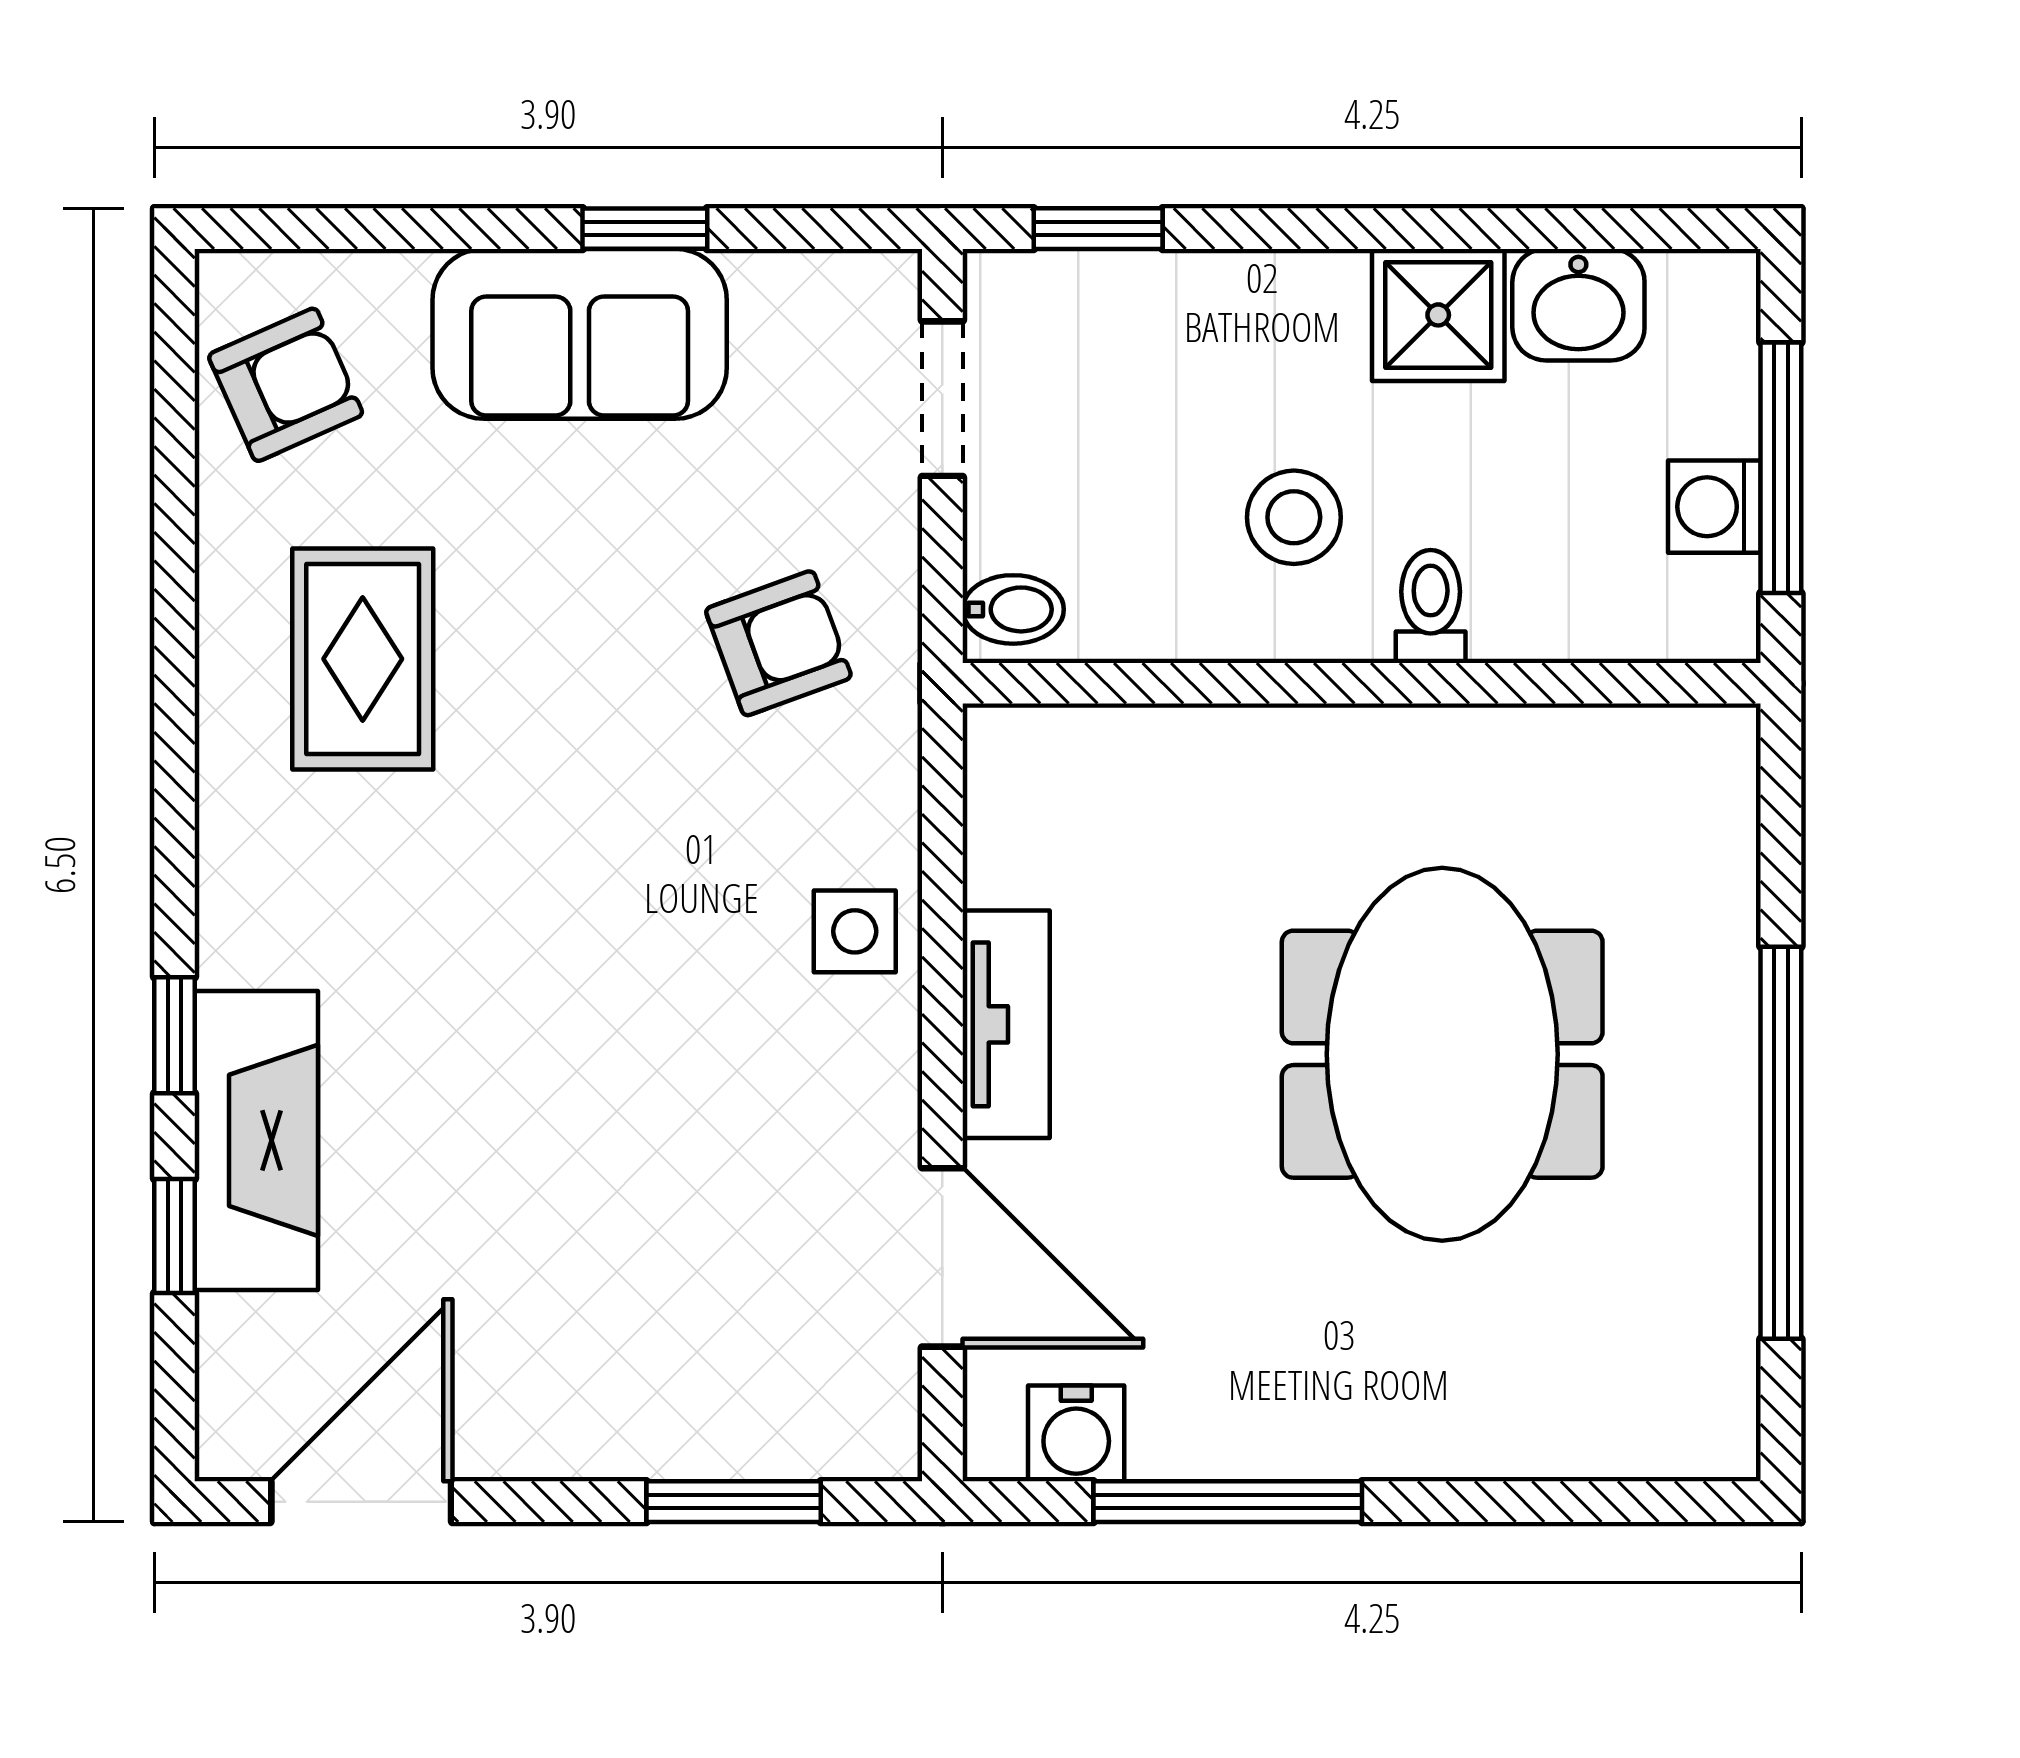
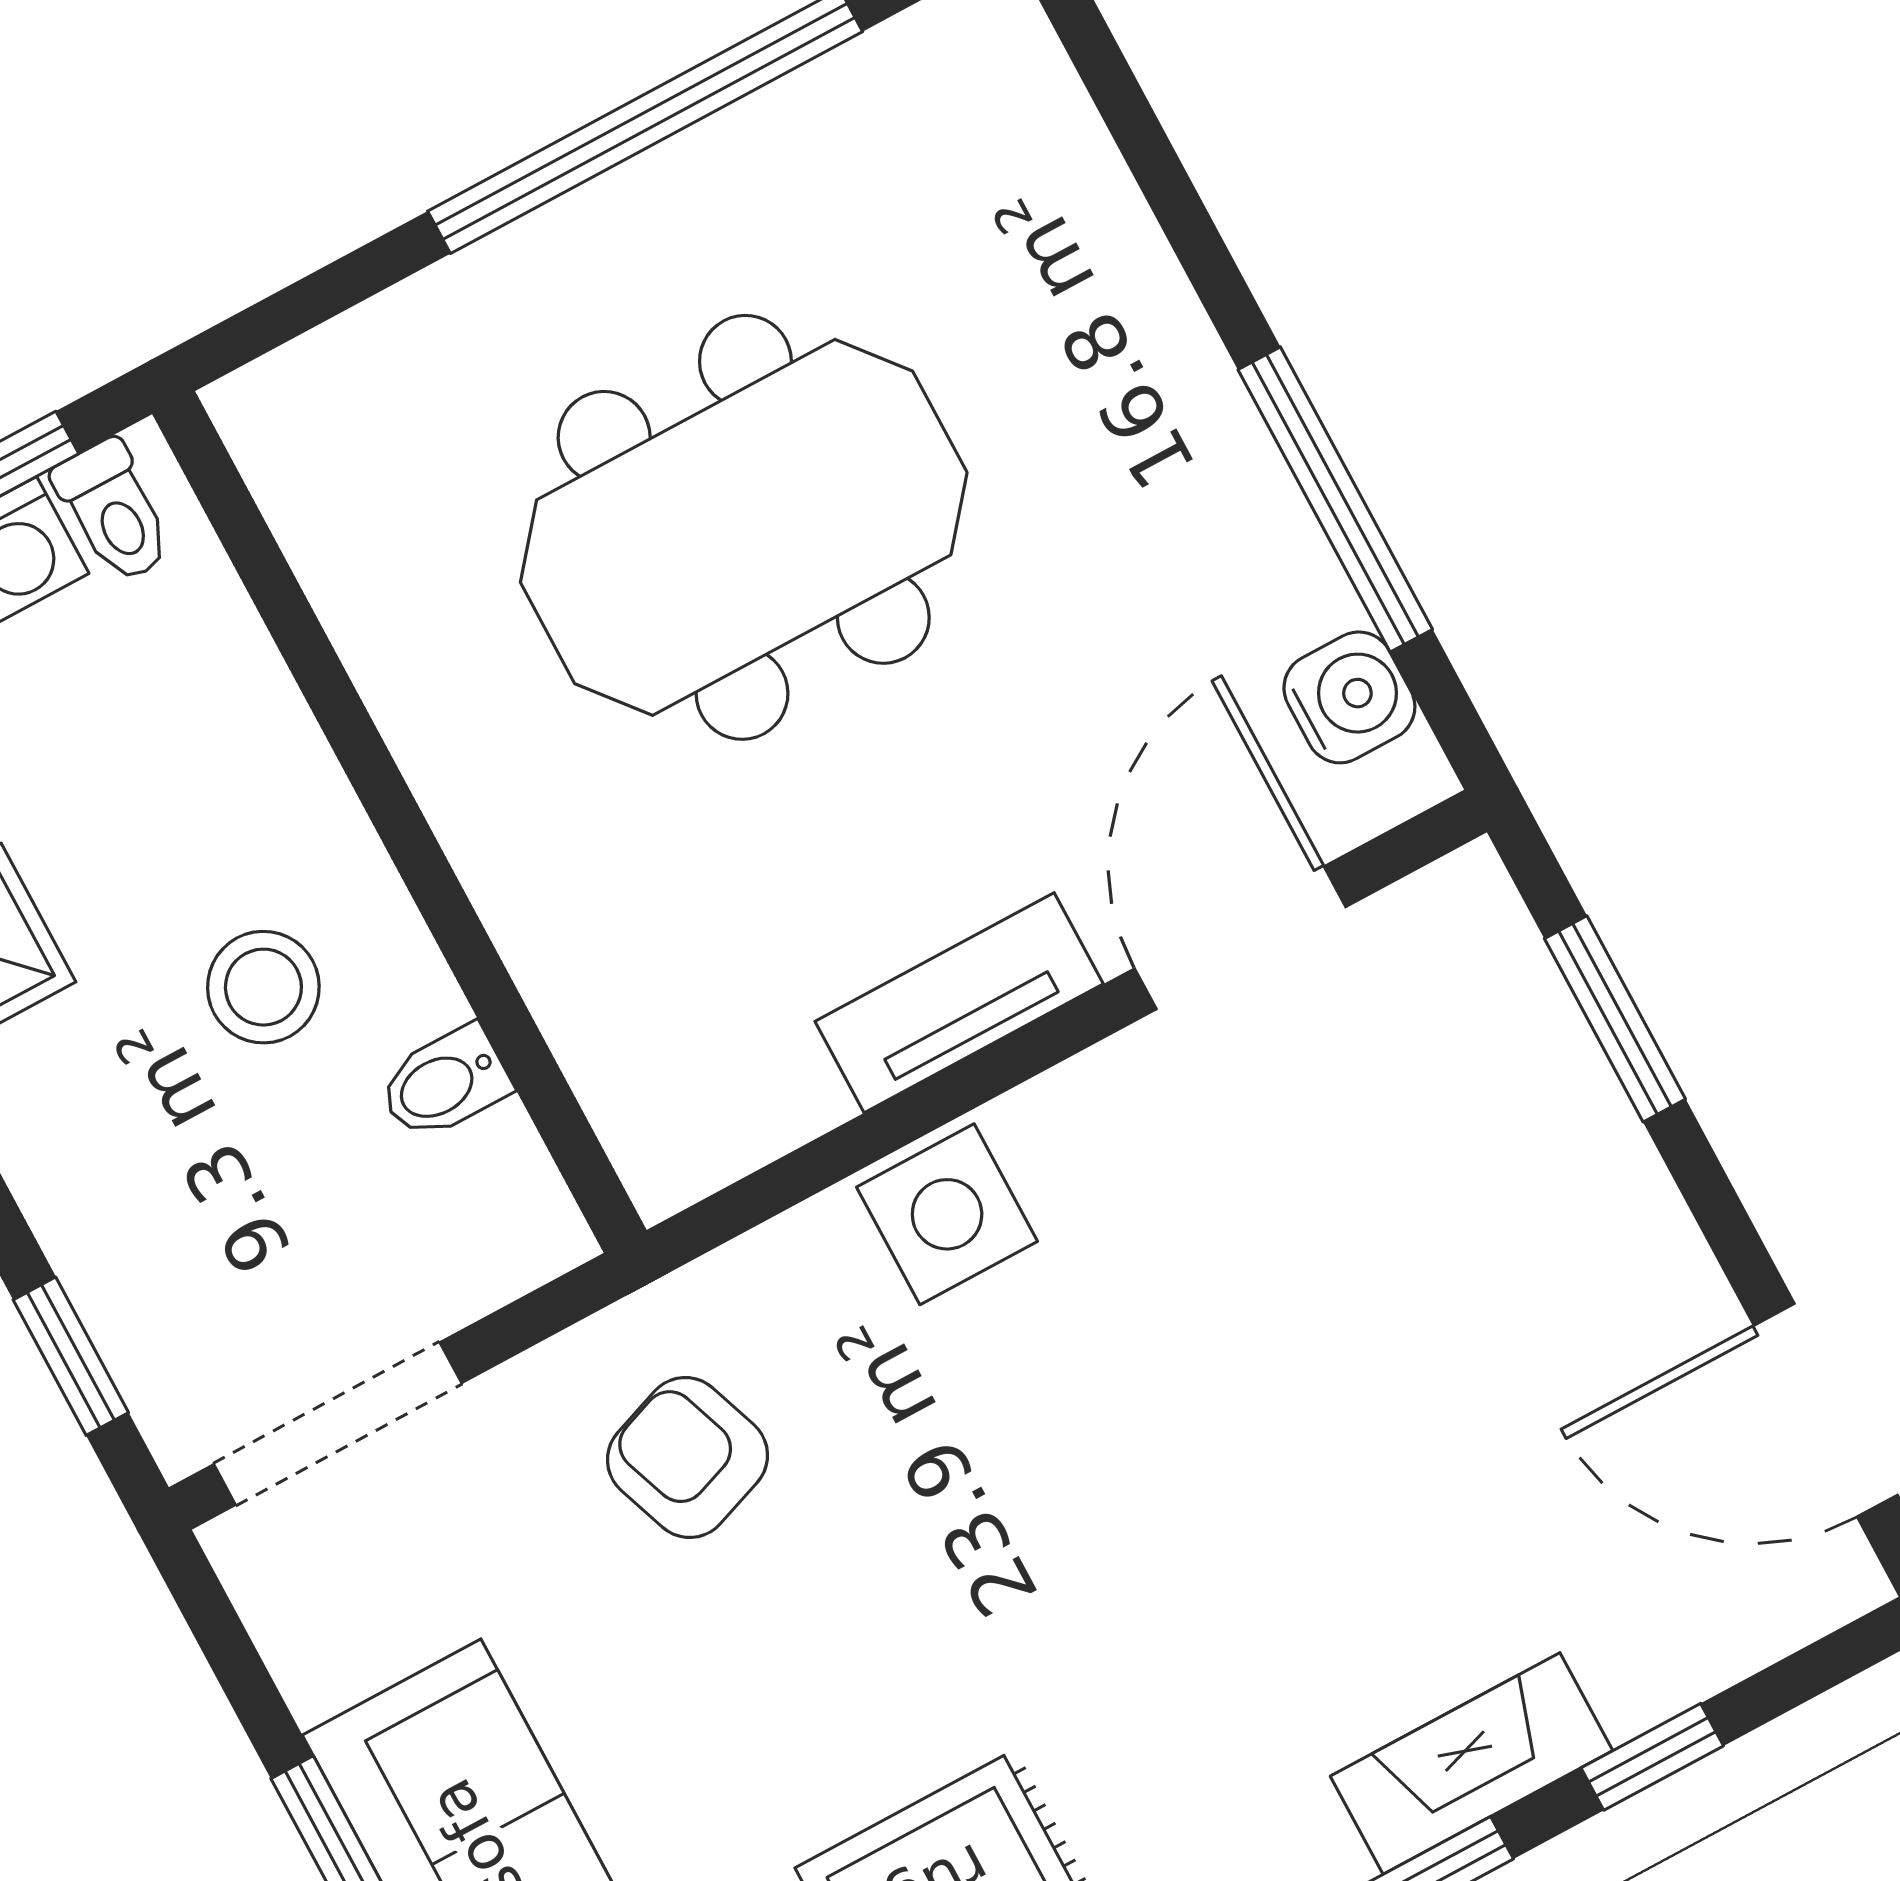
doorway: (942, 399) -> (338, 1424), width x1.38
toilet: (1431, 606) -> (114, 512), moved, turned -90
bidet: (1013, 609) -> (444, 1083), moved, turned -90
side table: (855, 931) -> (947, 1214), width x1.37, depth x1.37
fireplace: (256, 1140) -> (1471, 1763), width x0.73, depth x0.76

